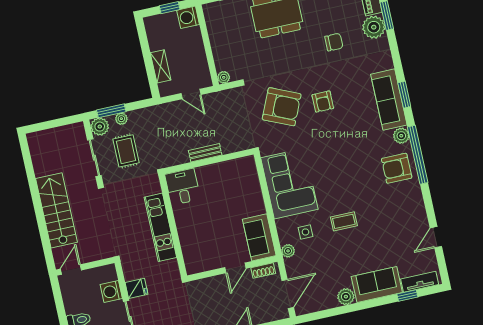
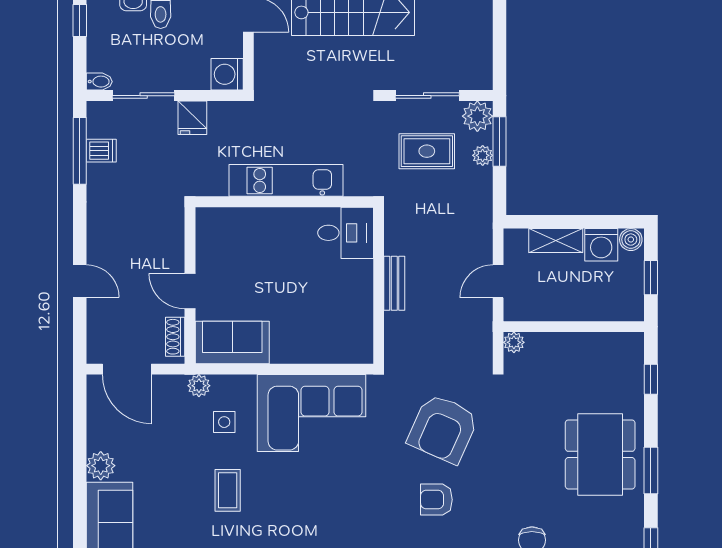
washing machine: (188, 17) -> (601, 245), moved, turned 180
boiler: (150, 24) -> (631, 240), added
washing machine: (111, 291) -> (227, 74), moved, turned -90

